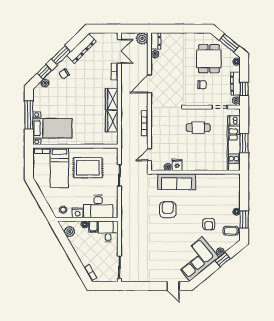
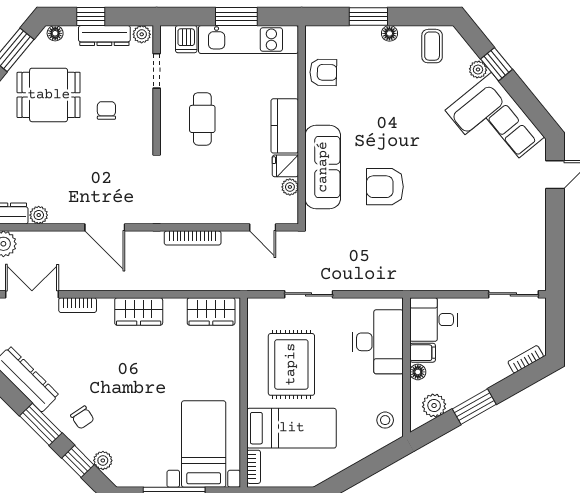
window: (244, 89) -> (91, 17), moved
wardrobe: (112, 121) -> (211, 311), moved
kitchen counter: (195, 165) -> (285, 126), added
nightstand: (78, 213) -> (392, 388), removed
window: (244, 220) -> (368, 17), moved
armchair: (209, 224) -> (323, 72), moved
window: (69, 250) -> (474, 407), added

